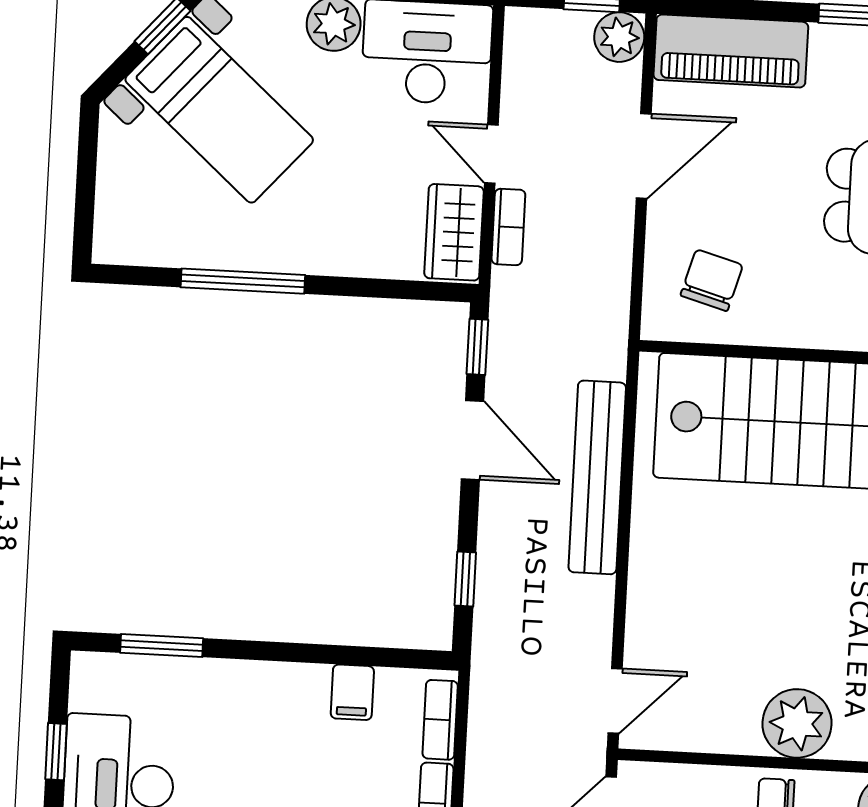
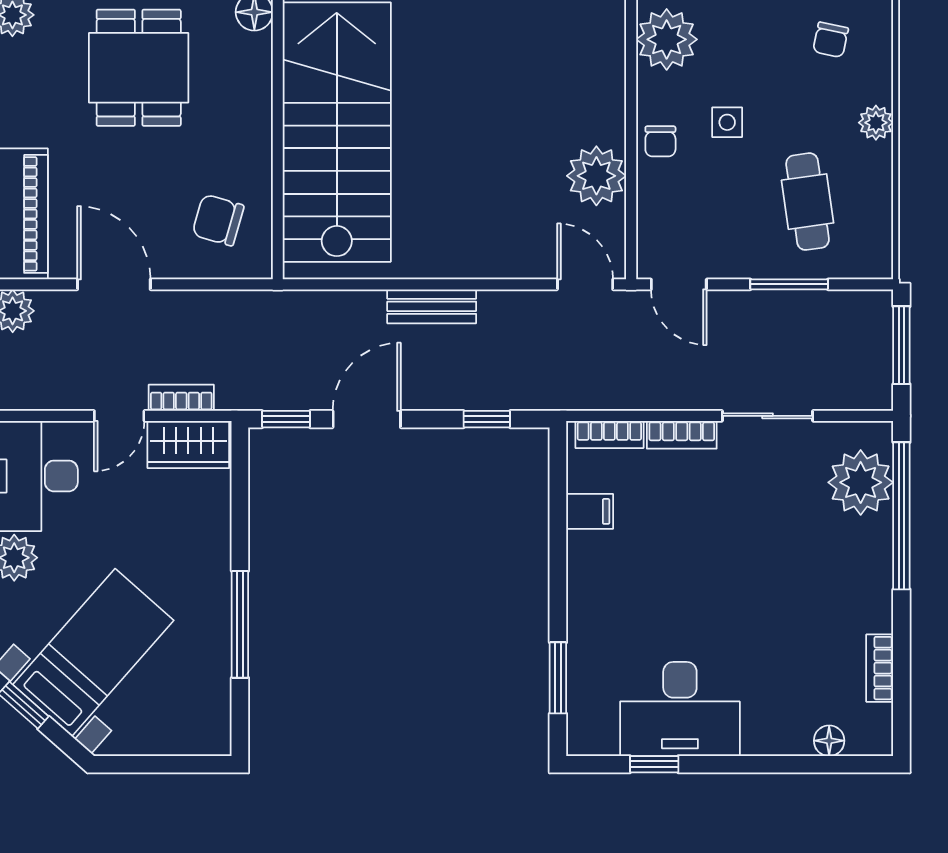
bench: (597, 477) -> (432, 306), width x0.54, depth x0.82
plant: (797, 723) -> (596, 176), moved

